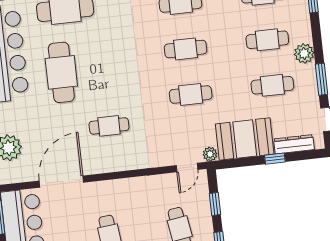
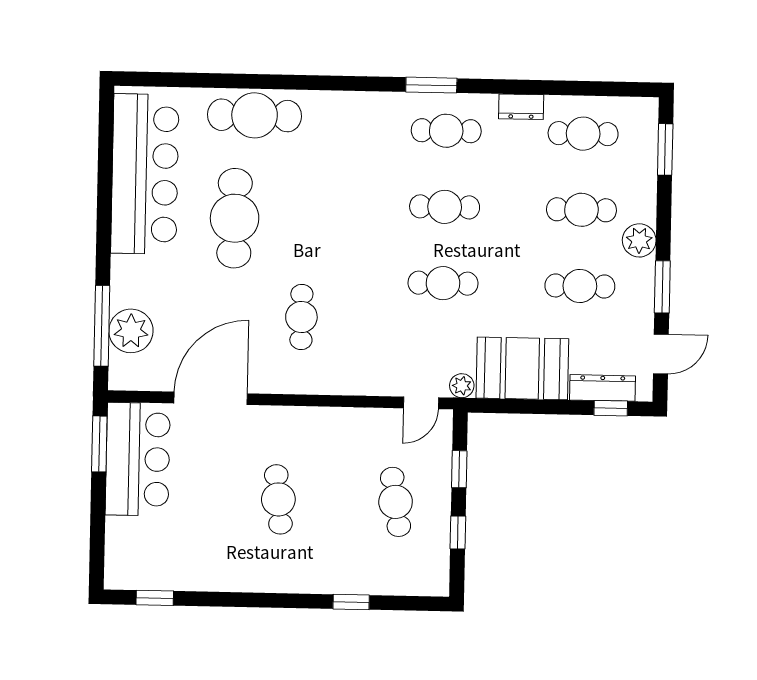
cafe table: (109, 126) -> (301, 317), turned 90
window: (275, 159) -> (611, 408), moved

